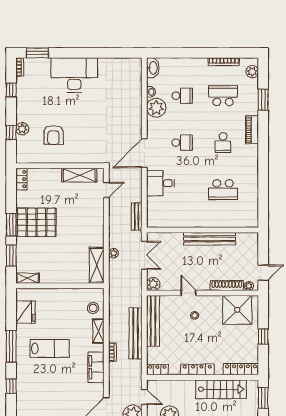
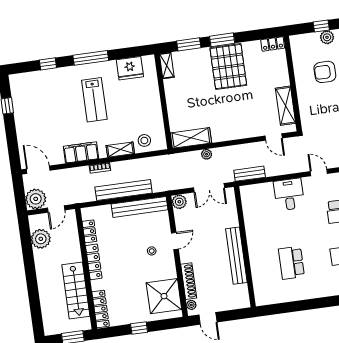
door: (144, 153) -> (319, 173), width x0.53
locker: (157, 370) -> (89, 231), moved

